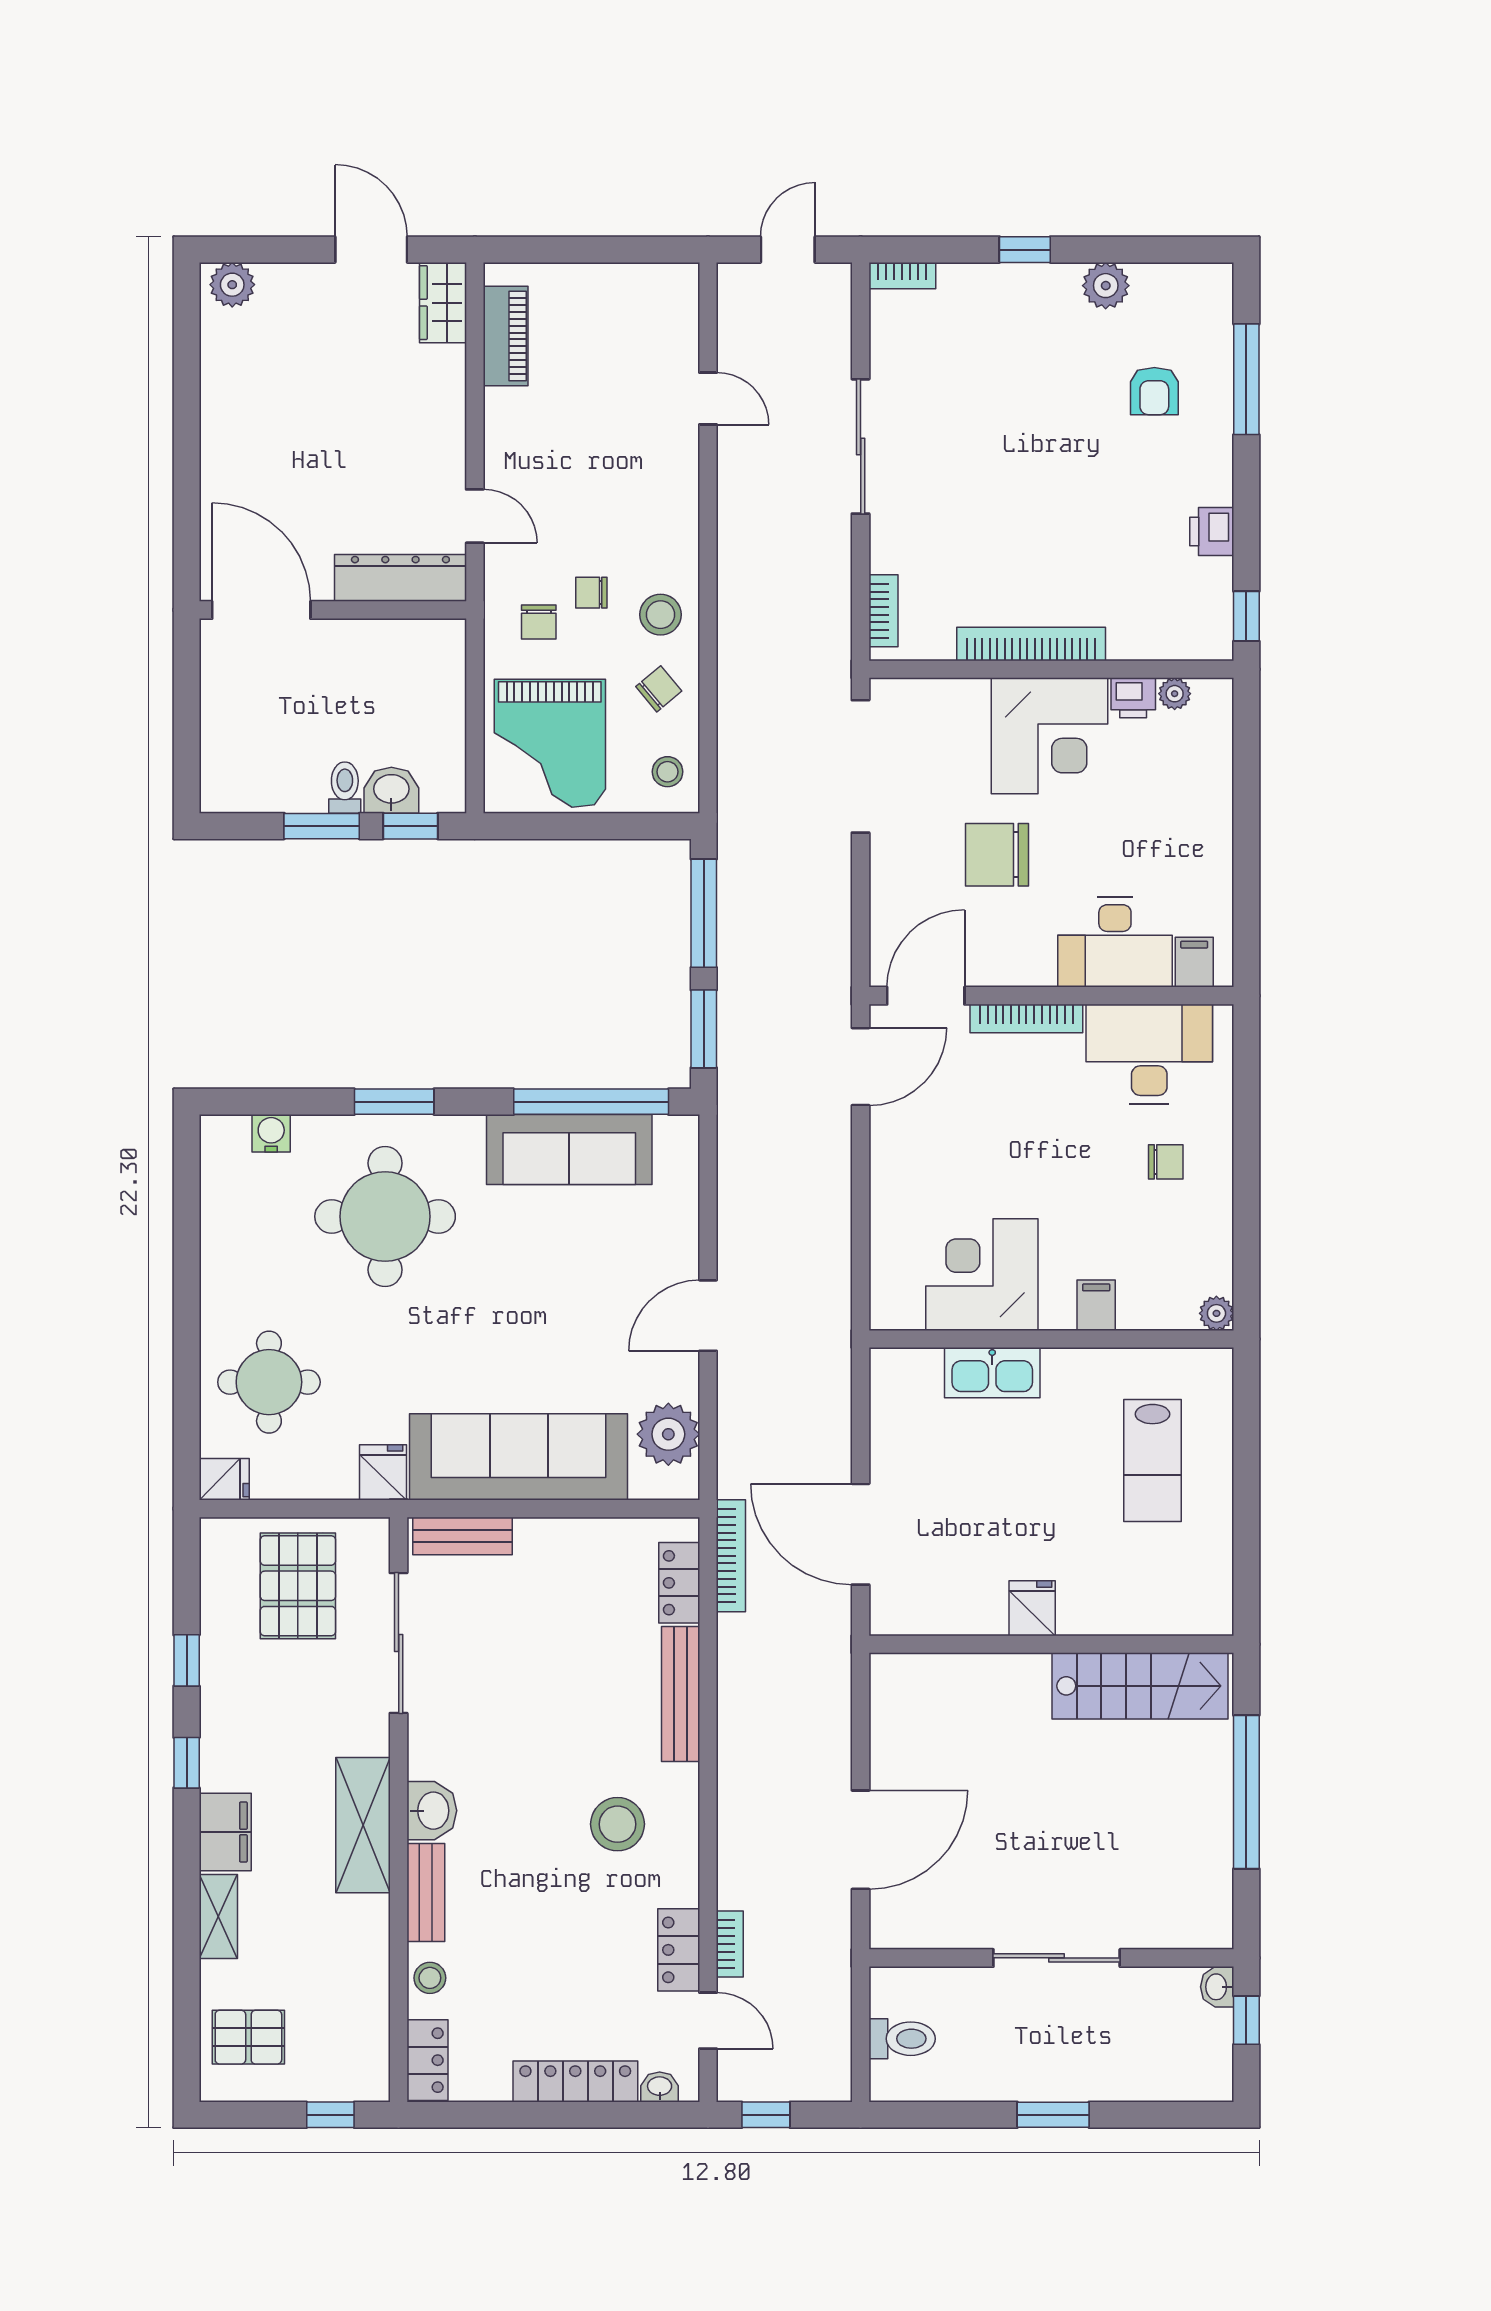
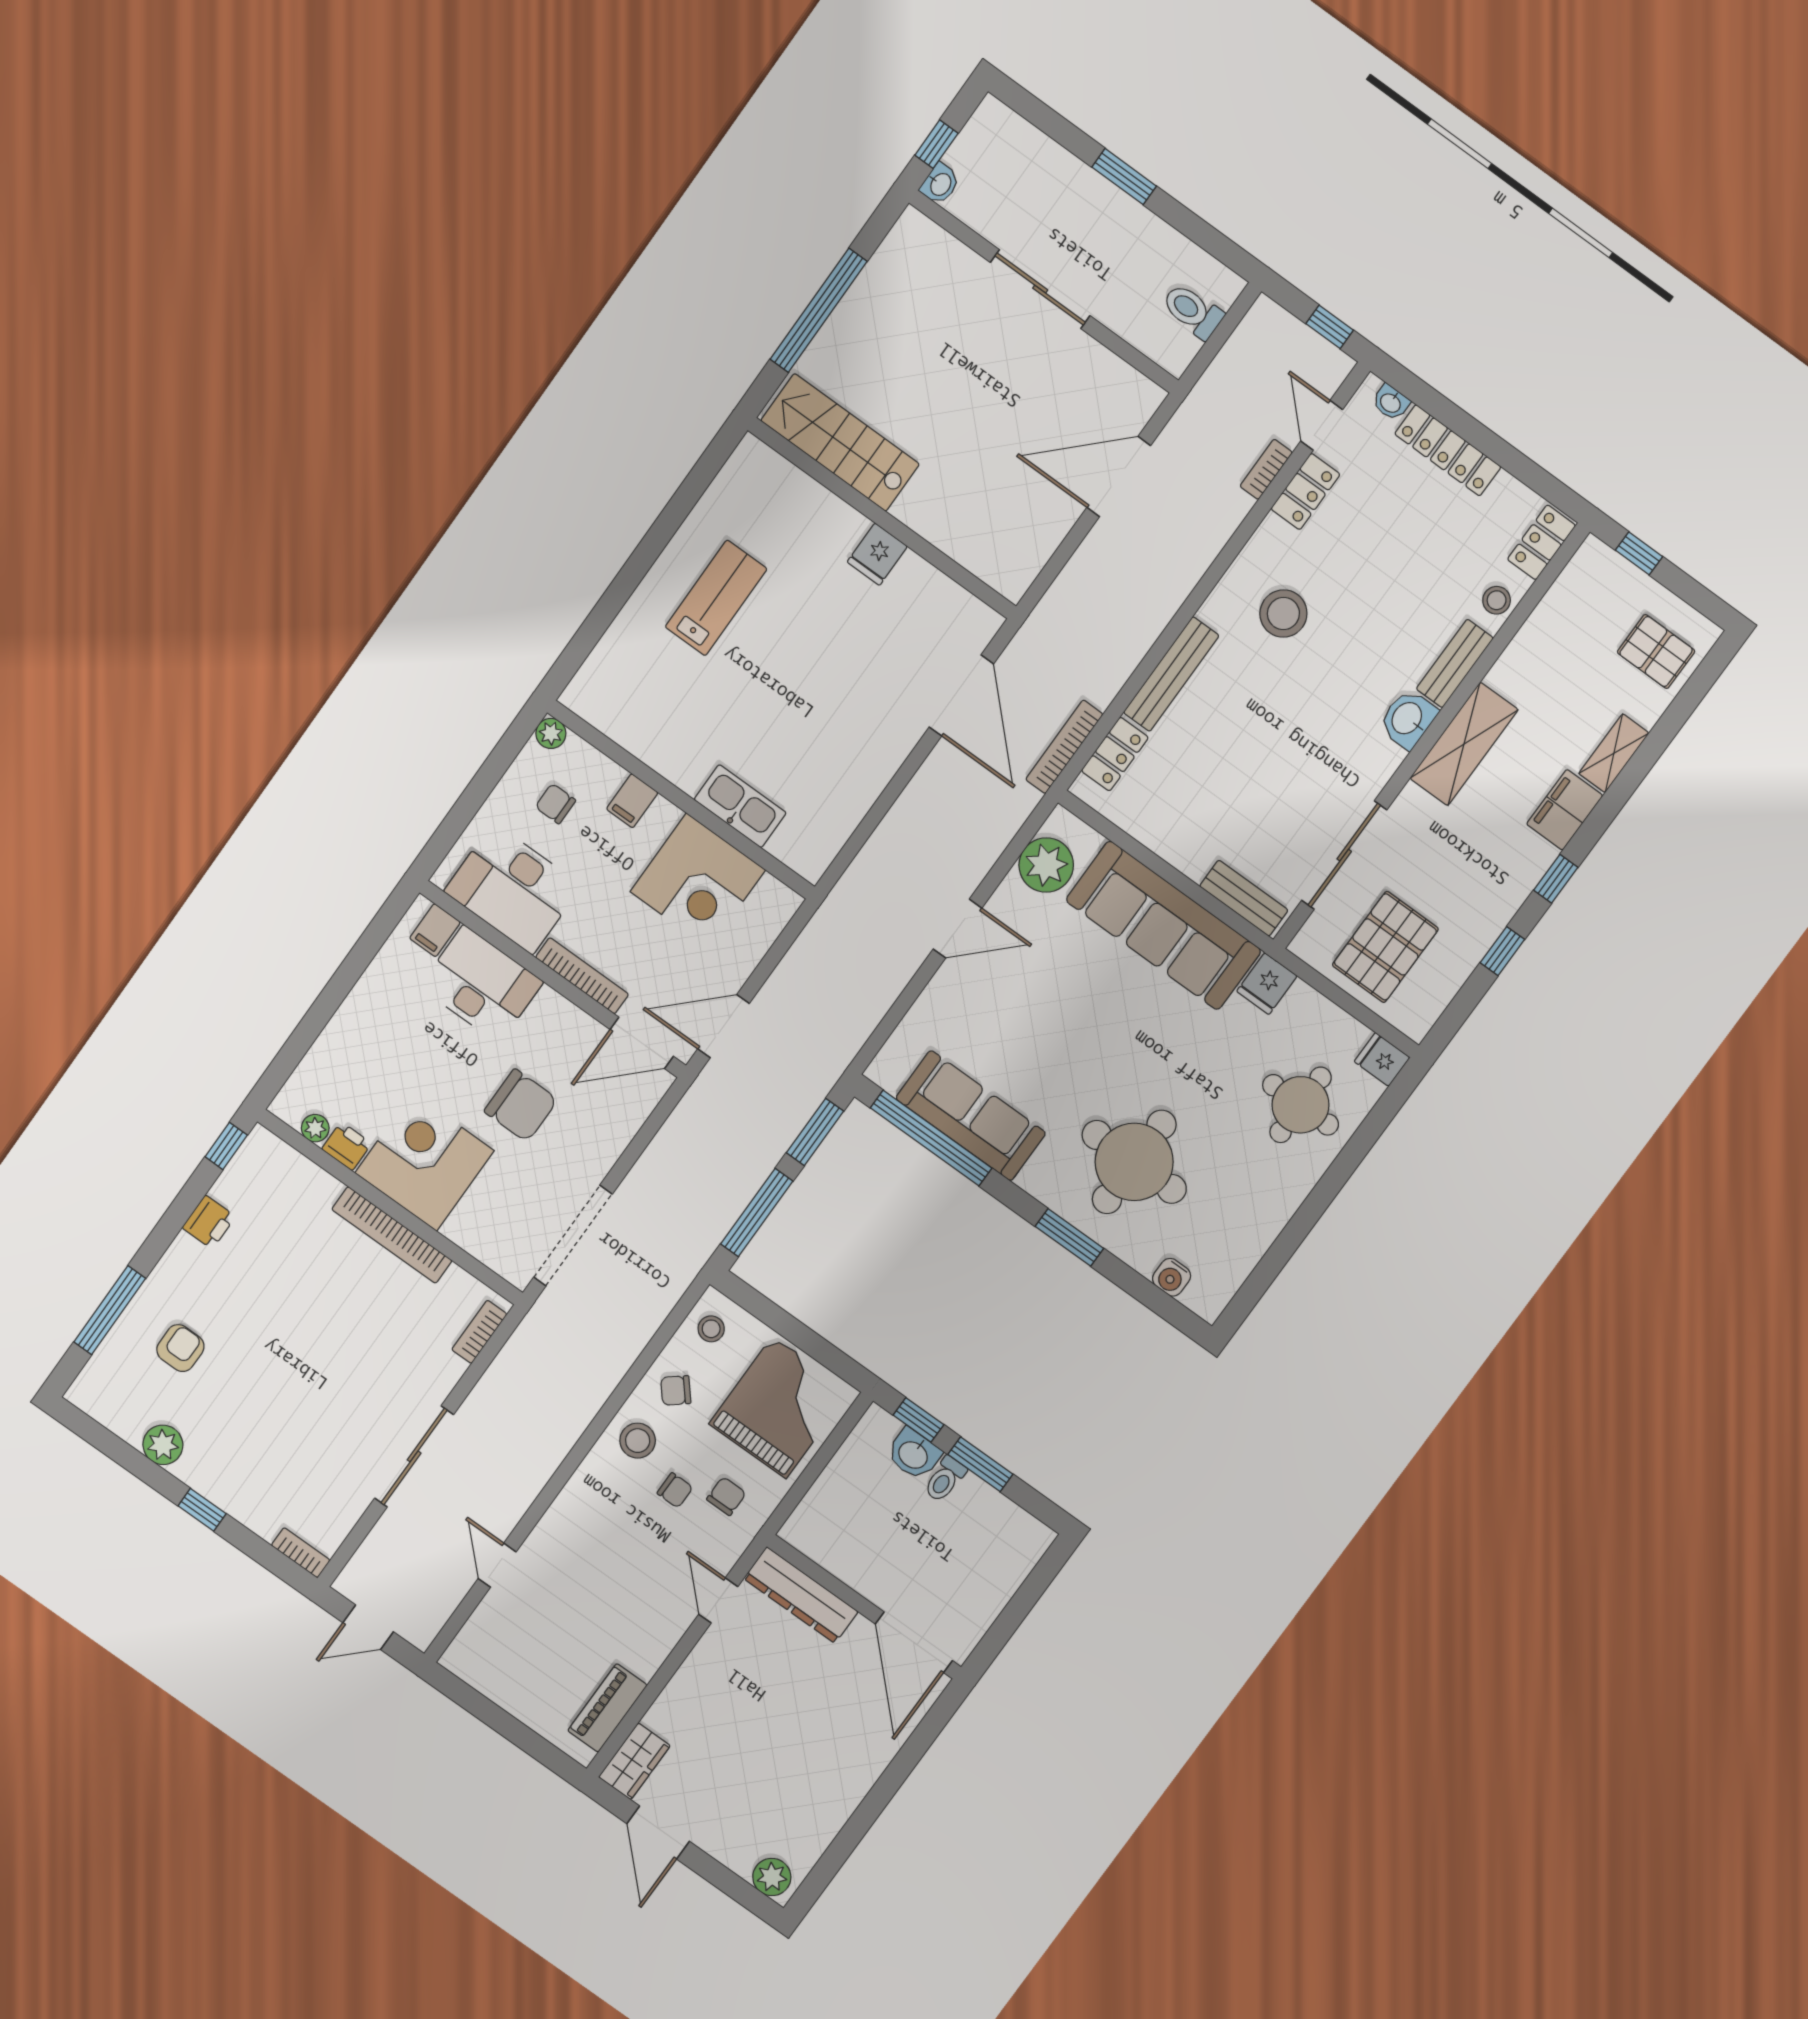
corner desk: (982, 1275) -> (698, 881), moved
filing cabinet: (1096, 1305) -> (632, 801), moved
plant: (1216, 1313) -> (551, 733), moved
wall: (1051, 1339) -> (681, 800), moved
kitchen sink: (992, 1373) -> (740, 806), moved

